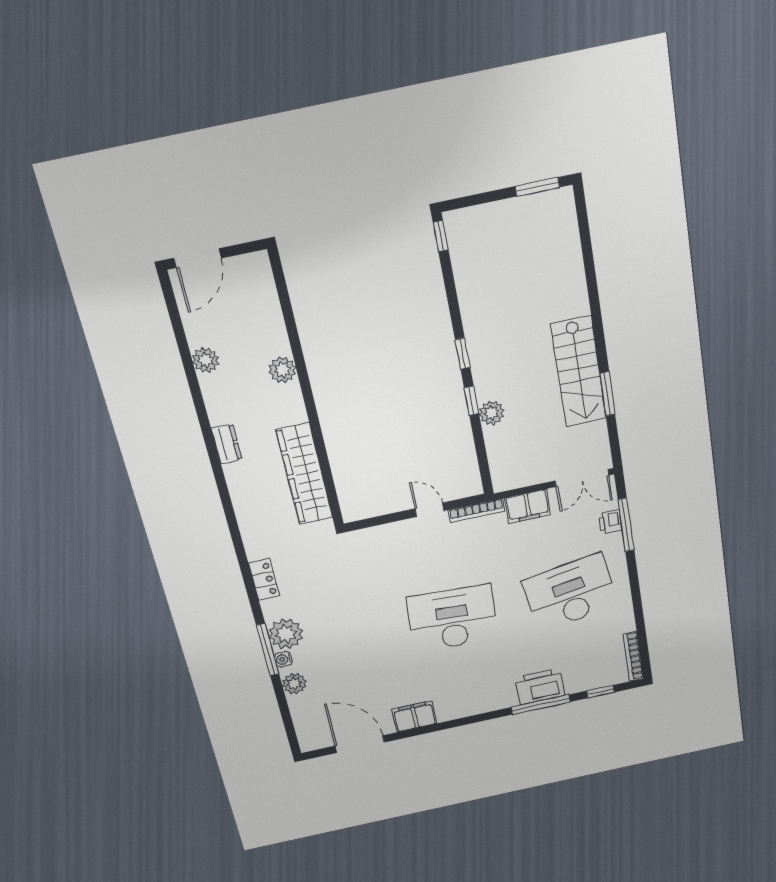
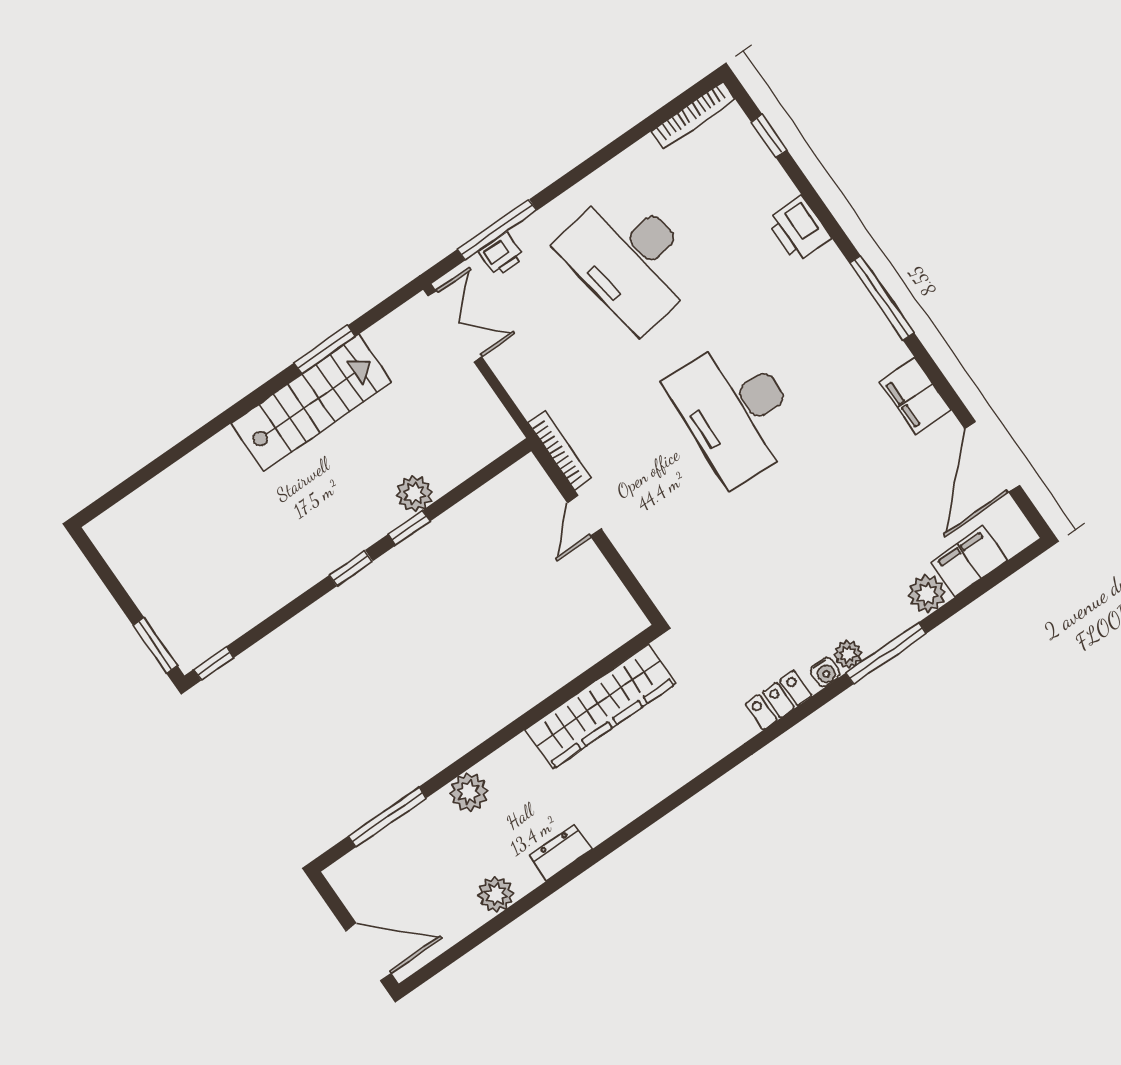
window: (537, 187) -> (155, 645), moved
window: (287, 310) -> (387, 817), added
dresser: (227, 444) -> (560, 852), moved
filing cabinet: (528, 506) -> (969, 561), moved, turned -90
plant: (286, 634) -> (848, 654), width x0.53, depth x0.53
water cooler: (283, 659) -> (825, 672), moved
printer: (540, 686) -> (799, 229), width x0.73, depth x0.84
window: (541, 705) -> (882, 298), moved

